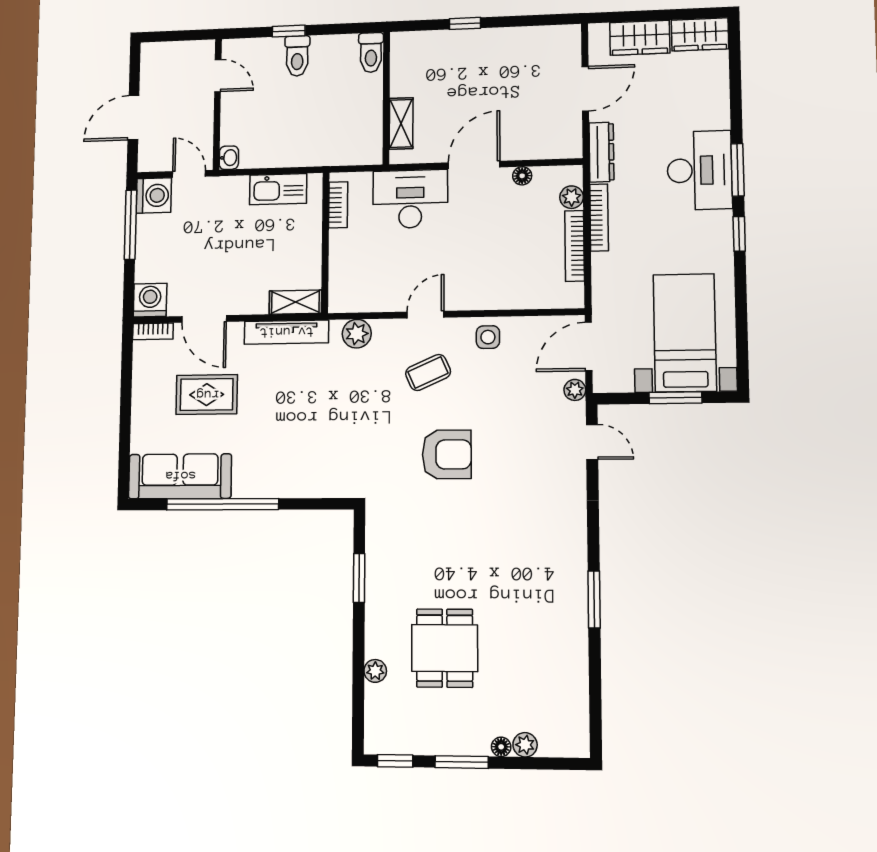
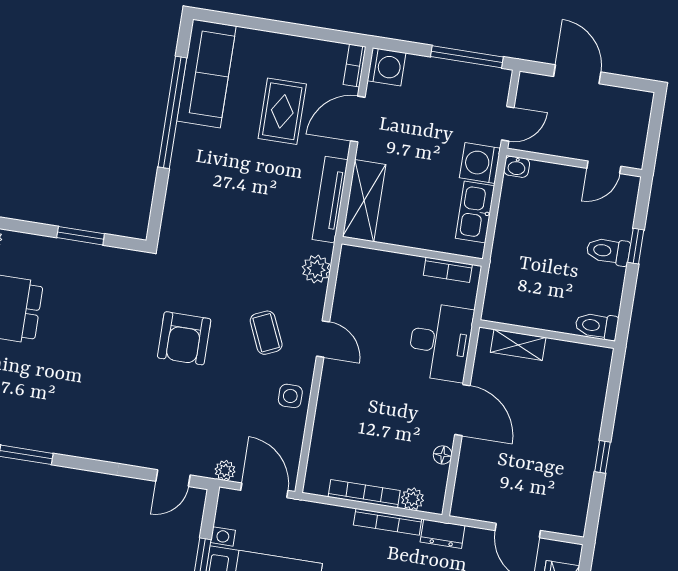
window: (465, 23) -> (602, 457), moved
dresser: (601, 152) -> (443, 534), width x0.70
washing machine: (154, 195) -> (480, 163), moved, turned 90
shelving: (295, 302) -> (364, 201), width x1.50, depth x1.33

